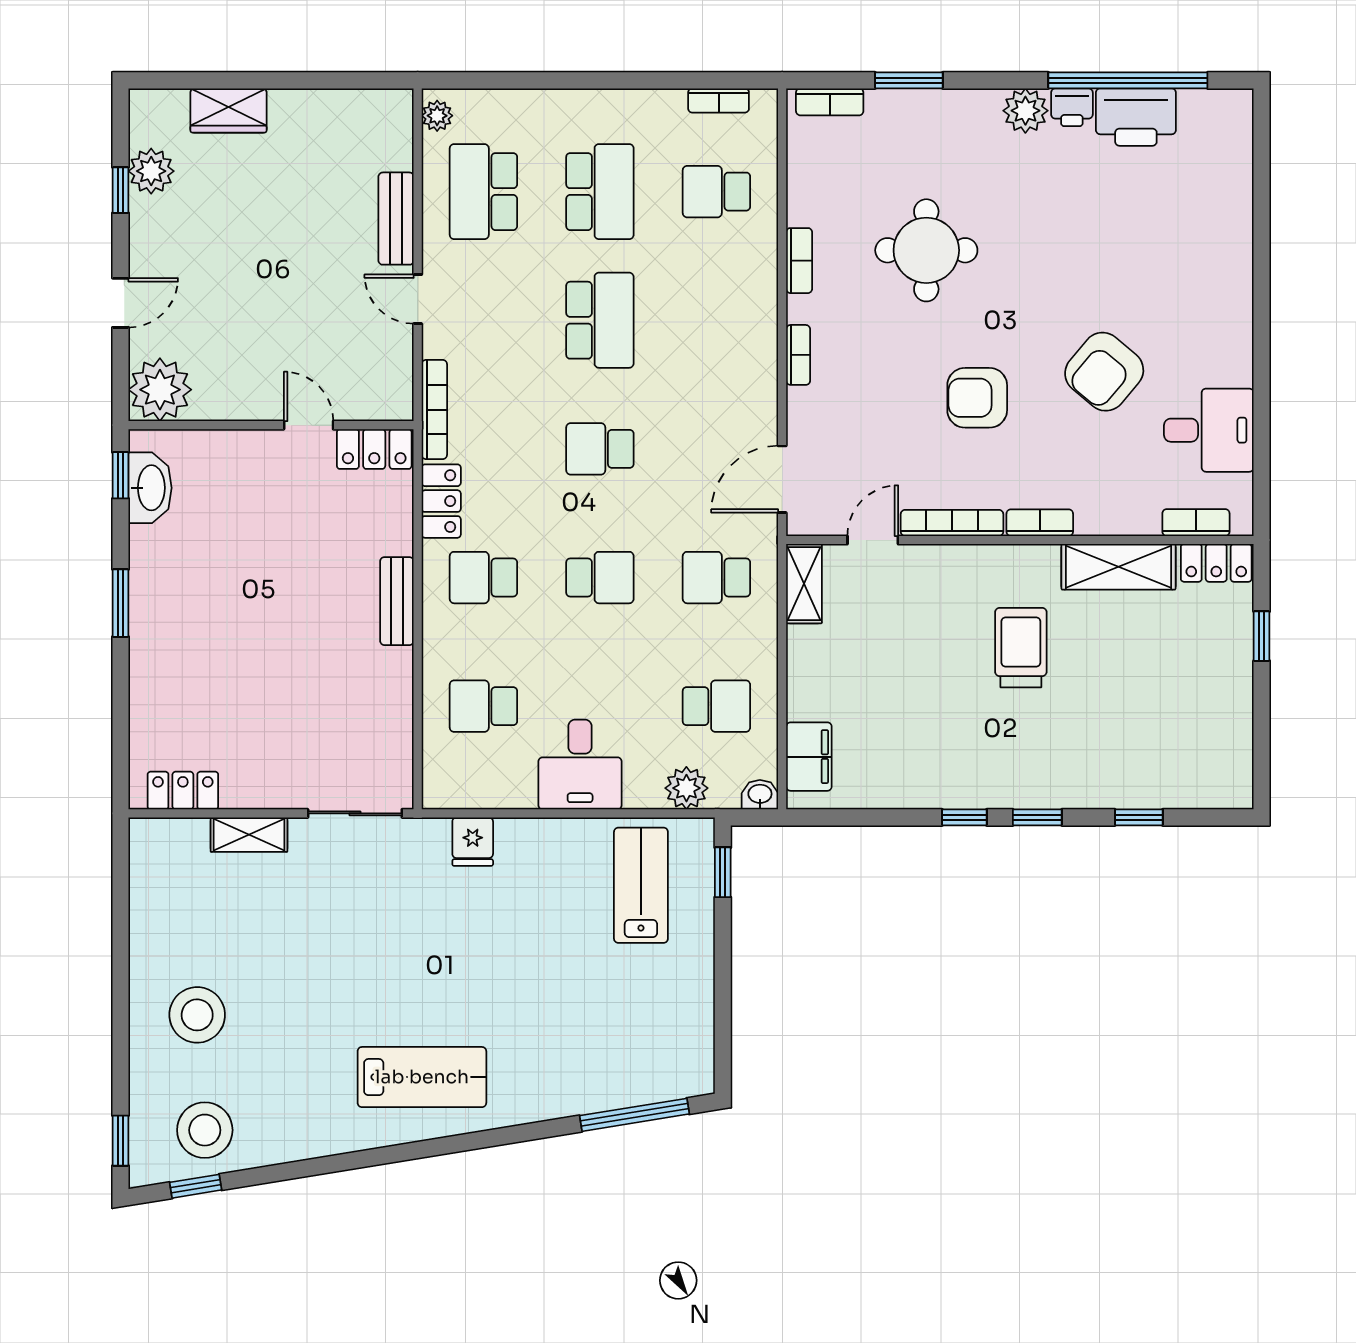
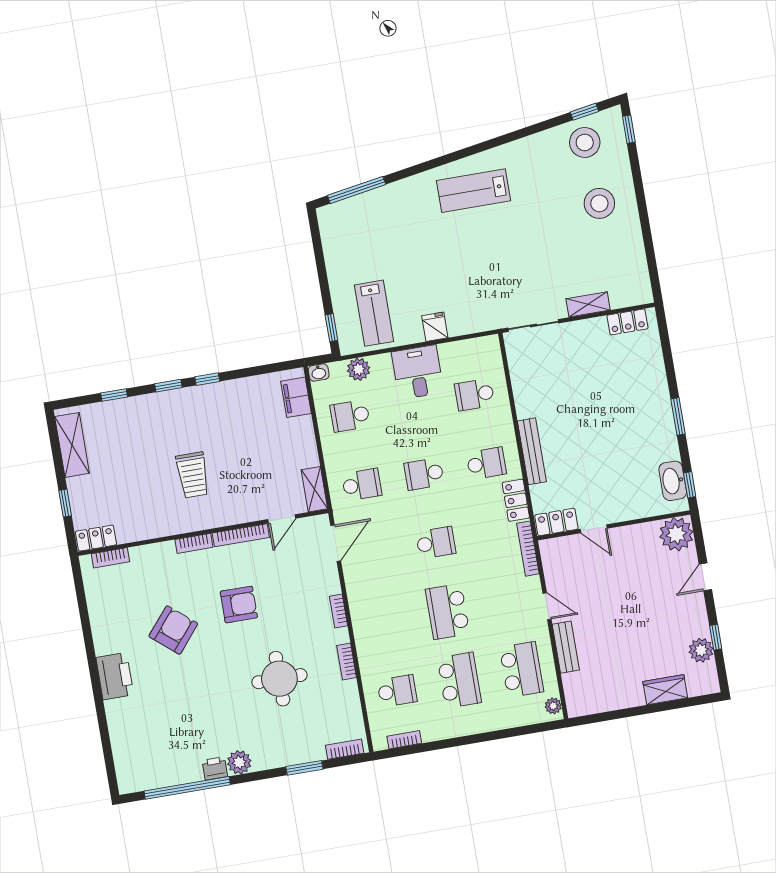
printer: (1136, 117) -> (115, 676), moved, turned 90
school desk: (600, 192) -> (459, 680), turned 180
desk: (1209, 430) -> (112, 608), removed
shelving: (1119, 567) -> (72, 445), moved, turned 90
bench: (397, 601) -> (532, 451), width x1.36
school desk: (483, 706) -> (475, 395), turned 180
fridge: (473, 842) -> (435, 327), moved

